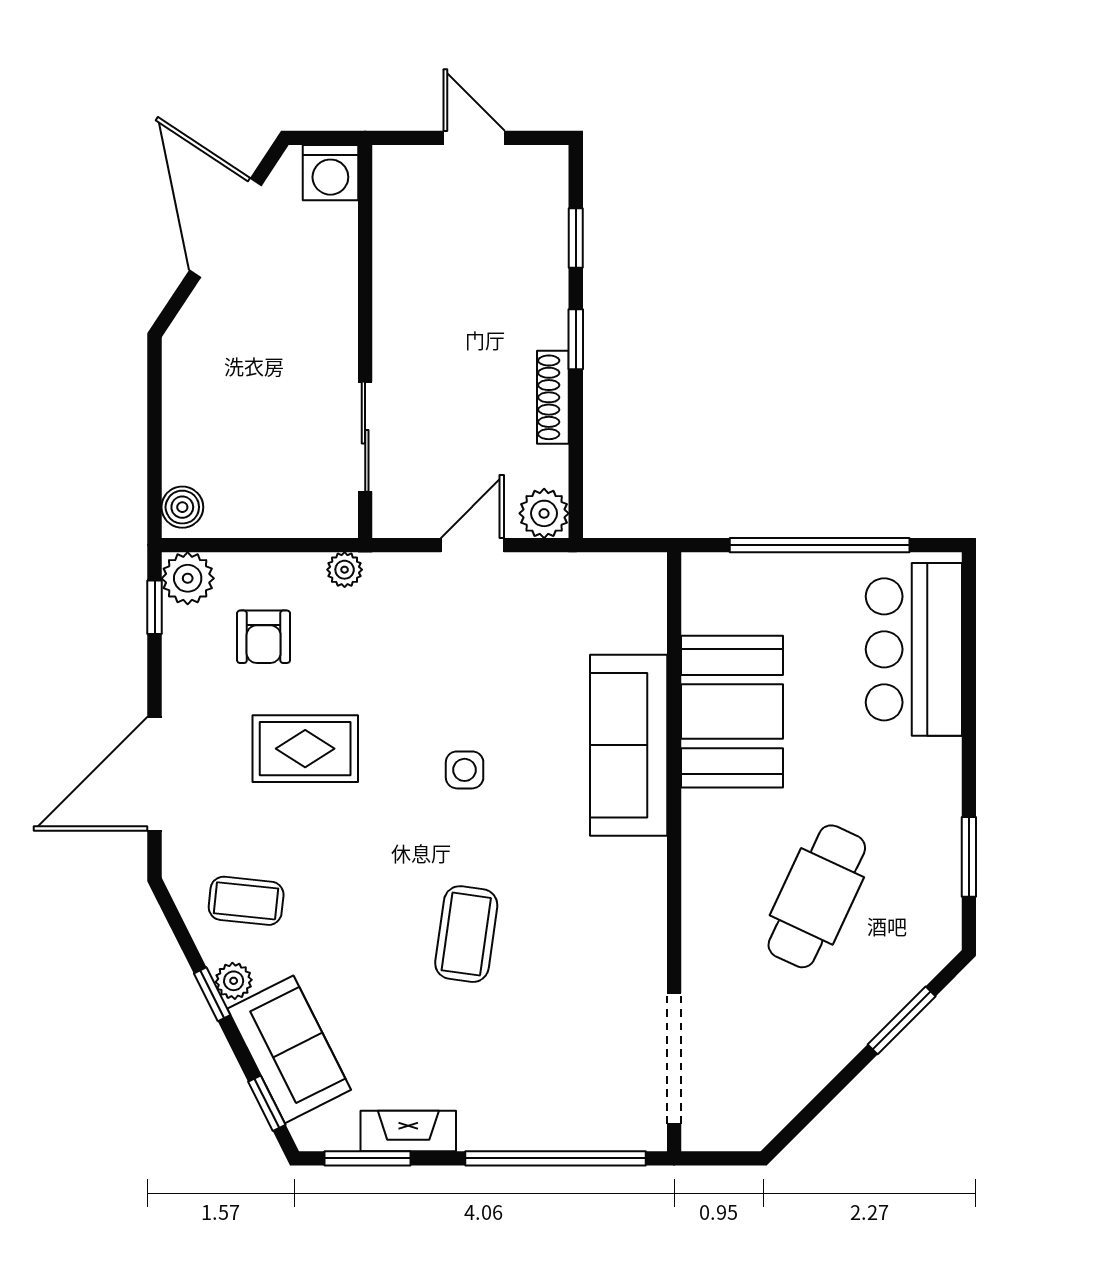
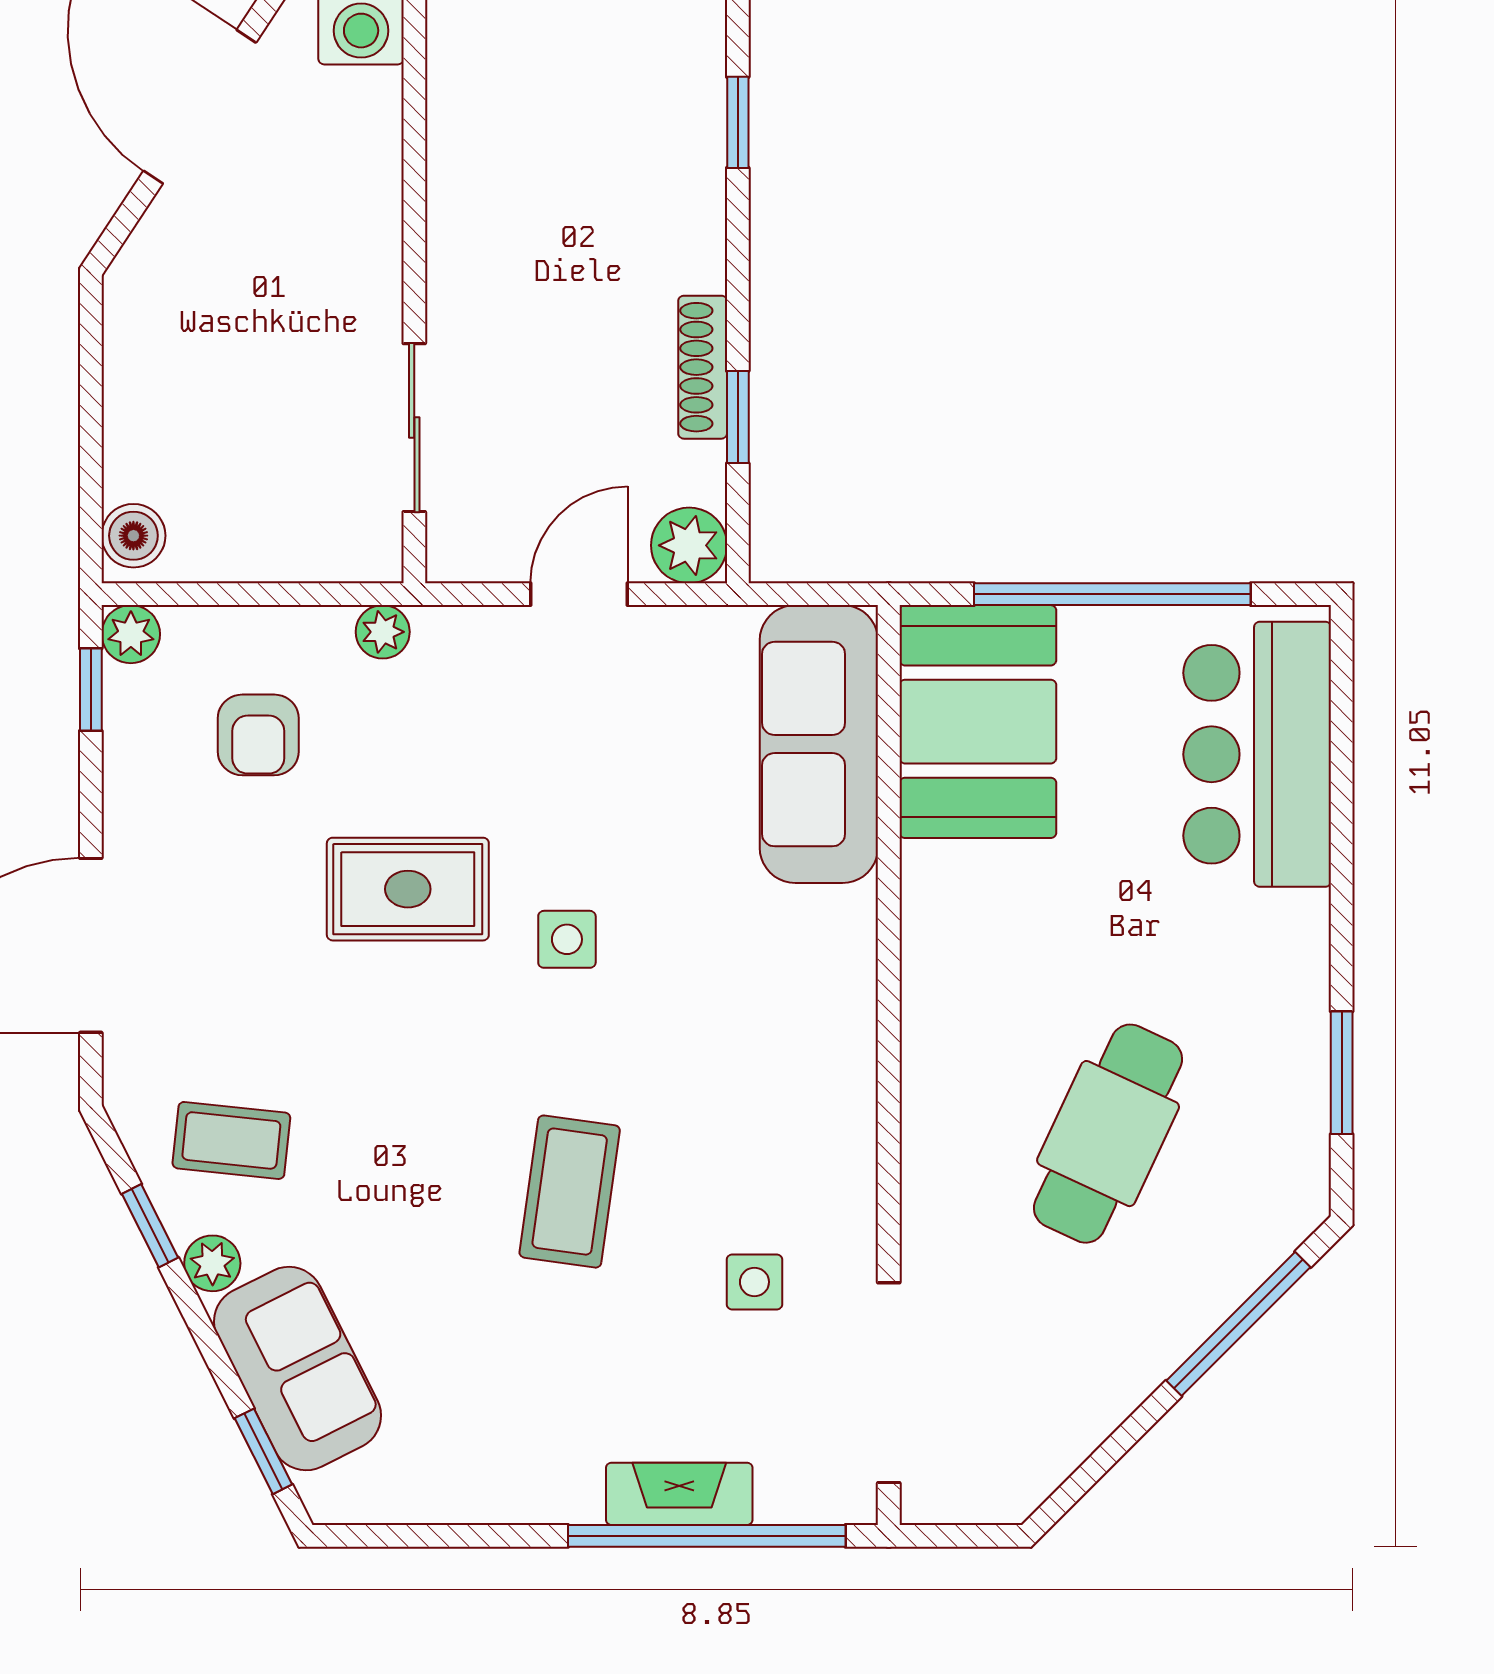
window: (576, 339) -> (738, 417), moved
plant: (188, 578) -> (131, 634), width x0.73, depth x0.73
booth: (732, 712) -> (978, 722), moved
sofa: (629, 745) -> (819, 744), moved
rug: (305, 749) -> (408, 889), moved
side table: (587, 993) -> (754, 1282), added
window: (212, 994) -> (150, 1226), moved
window: (902, 1020) -> (1238, 1324), width x1.44
fireplace: (408, 1131) -> (679, 1494), moved
window: (367, 1158) -> (418, 1536), removed

